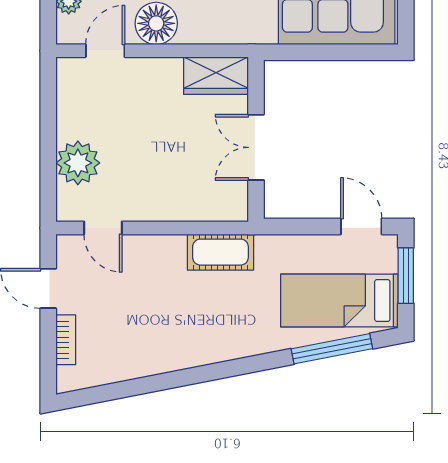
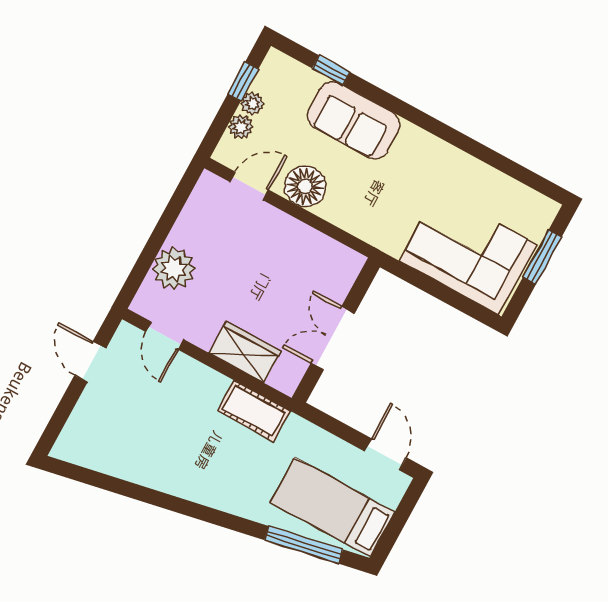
wardrobe: (216, 76) -> (245, 352), moved, turned 180
window: (406, 276) -> (401, 517), removed
bookcase: (66, 340) -> (81, 414), removed

